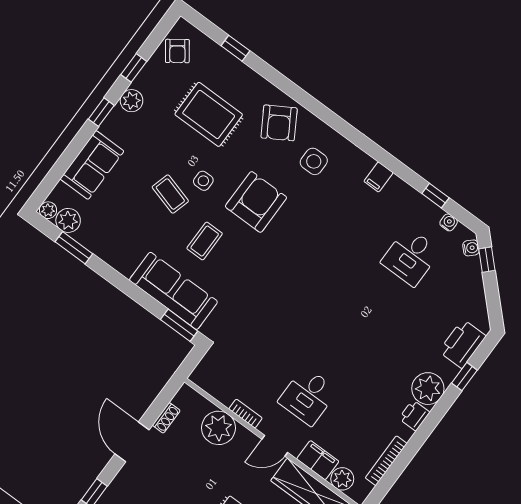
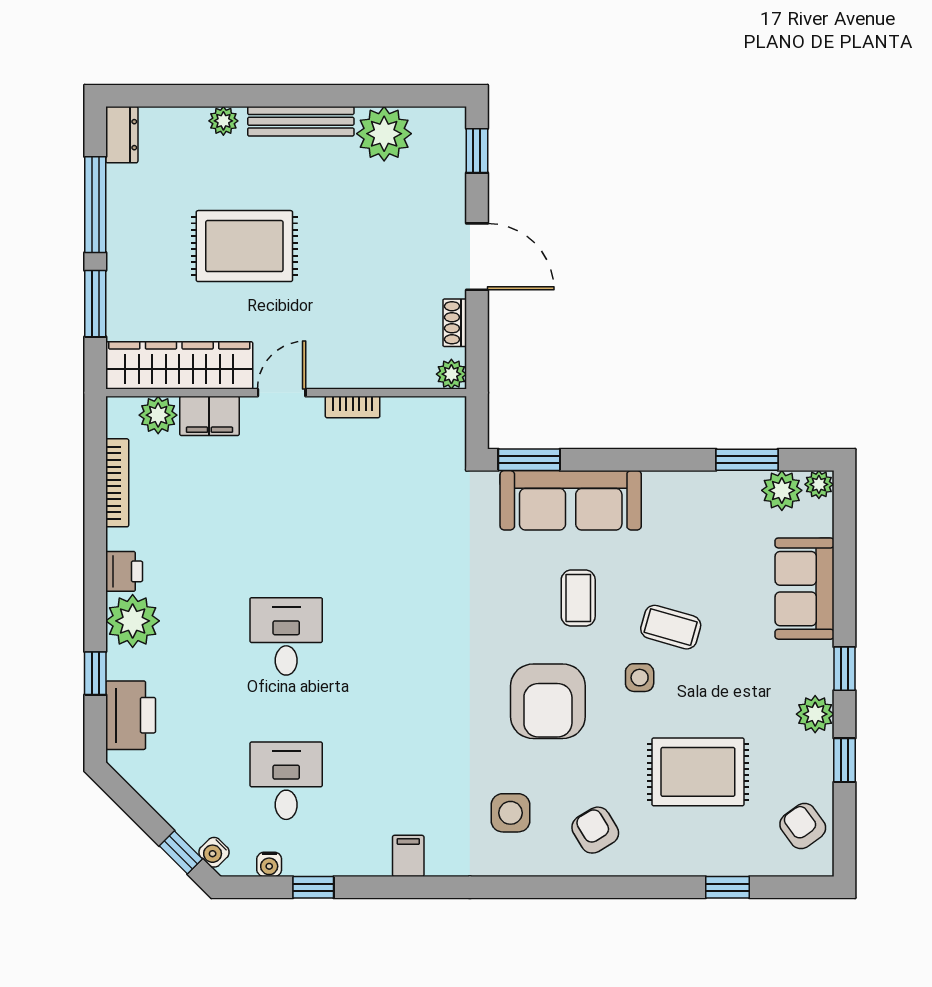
armchair: (279, 123) -> (595, 830), width x0.72, depth x0.72
desk: (308, 396) -> (286, 636), moved
plant: (219, 428) -> (451, 374), moved, width x0.53, depth x0.53

